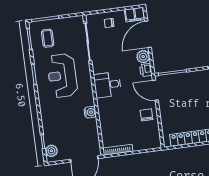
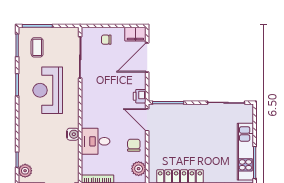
plant: (143, 57) -> (139, 169), moved
desk: (107, 85) -> (96, 141), moved

